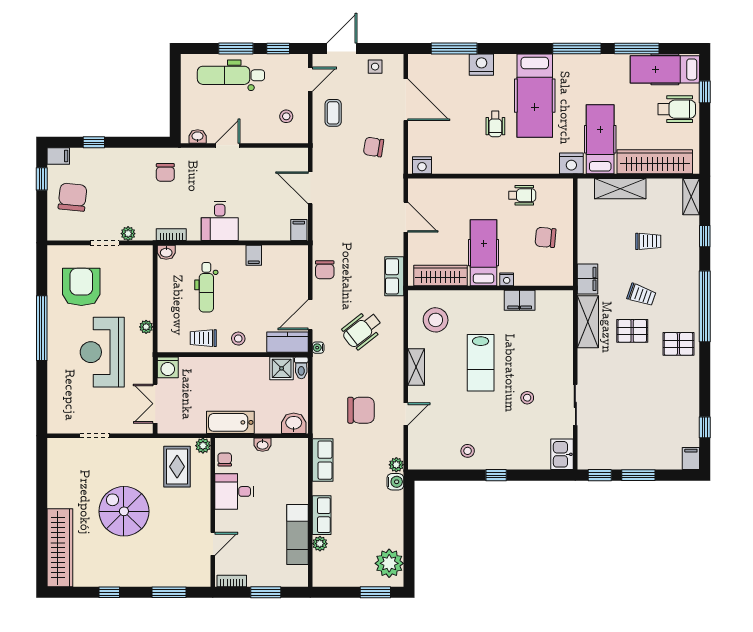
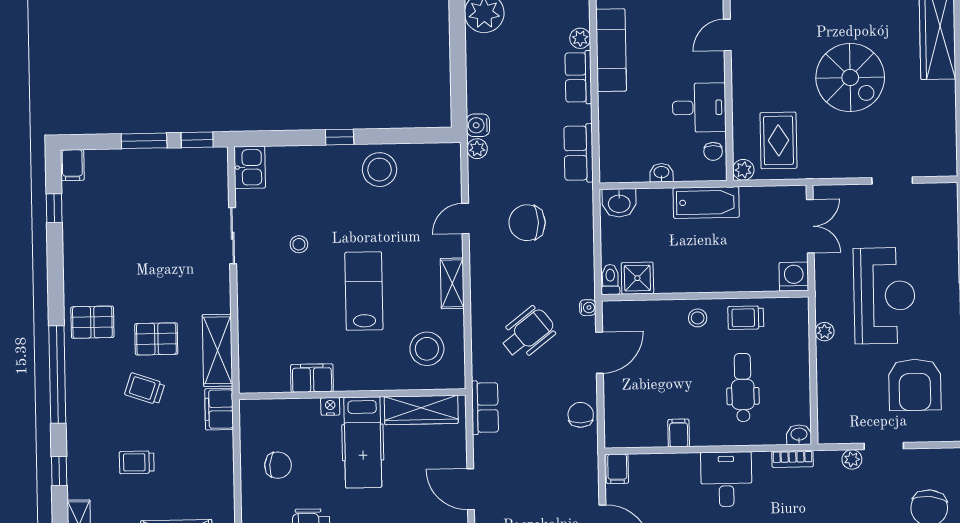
trolley: (203, 338) -> (746, 318), turned 180
kitchen counter: (287, 342) -> (630, 314), removed
stool: (468, 451) -> (380, 170), width x1.89, depth x1.89

